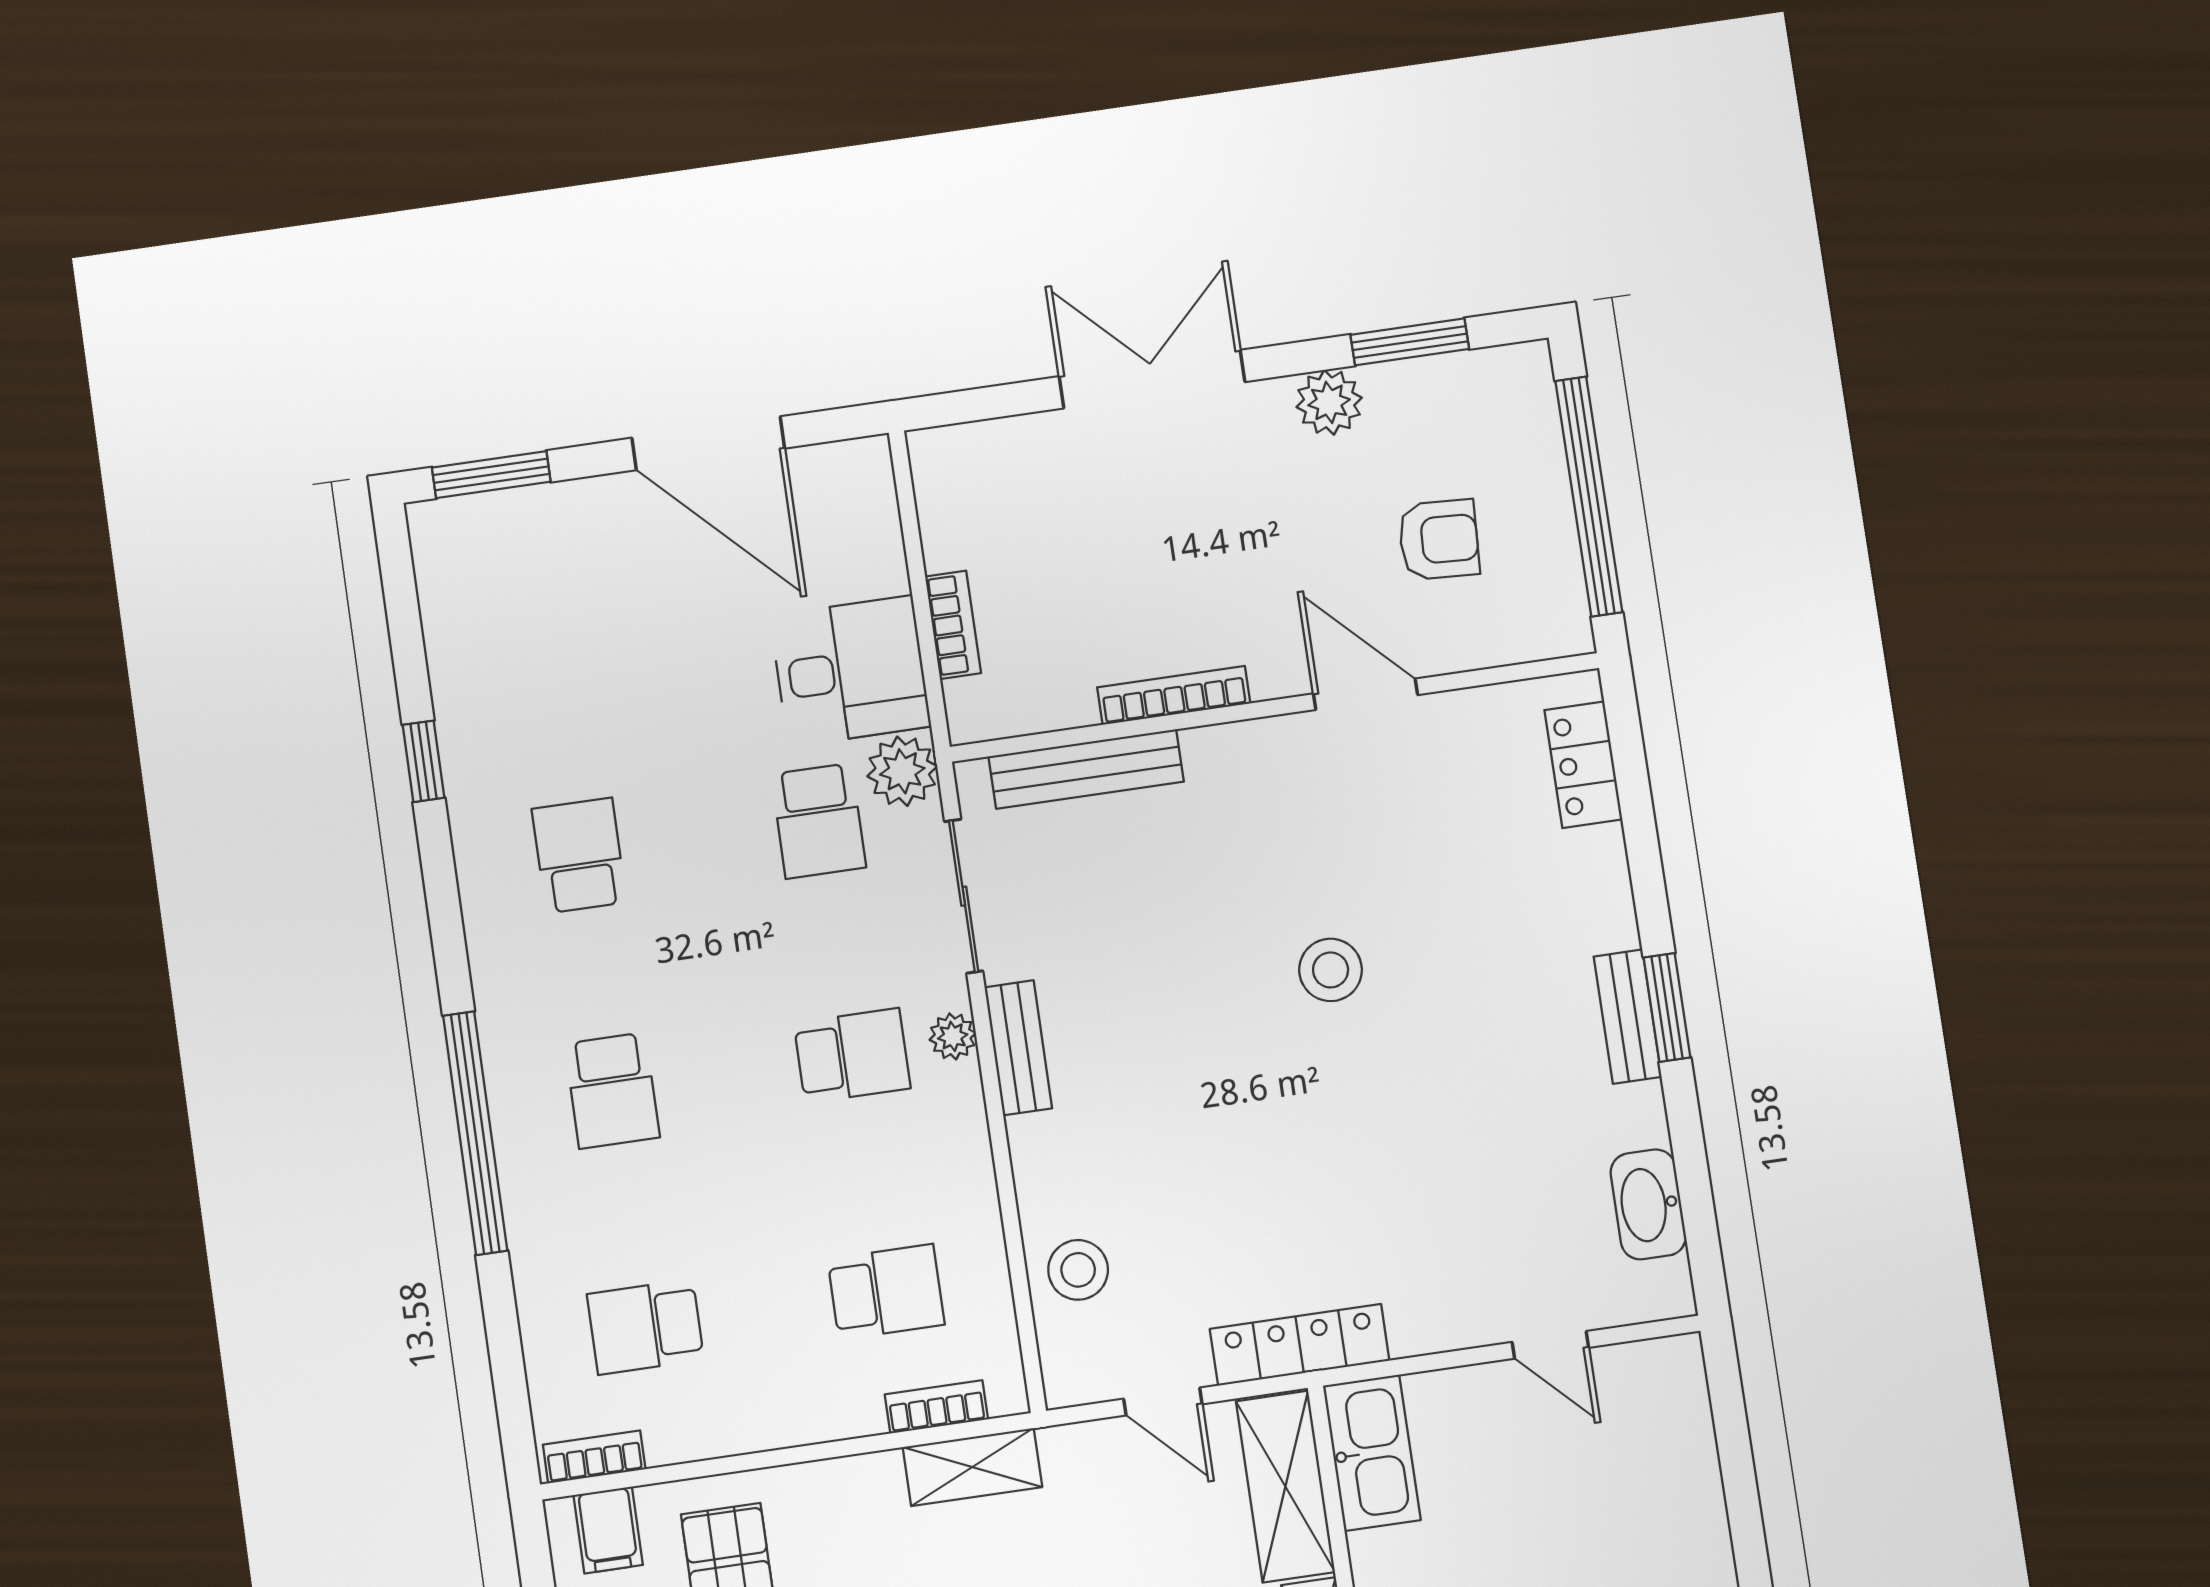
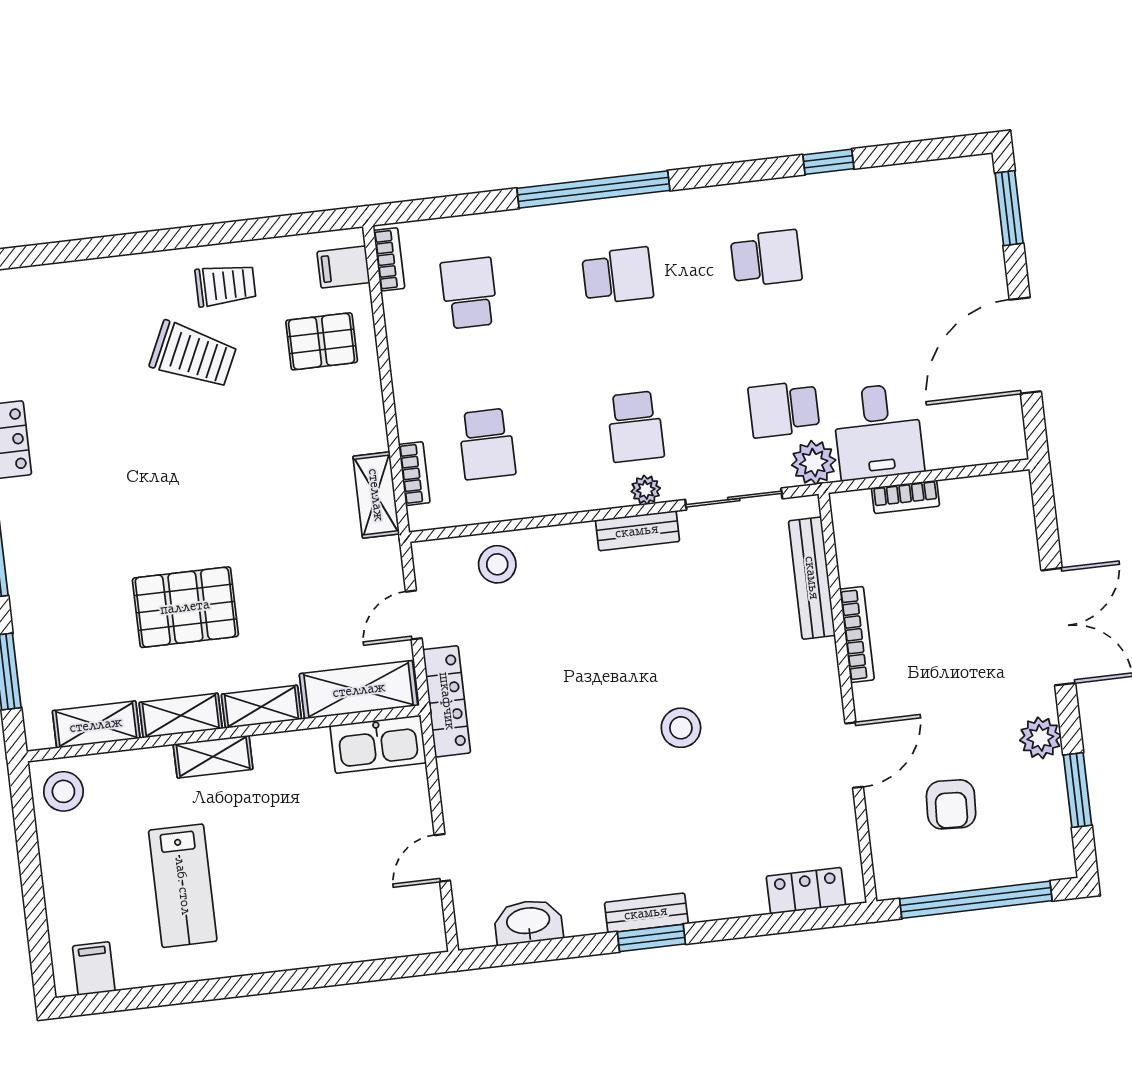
school desk: (612, 1091) -> (618, 276), turned 180

